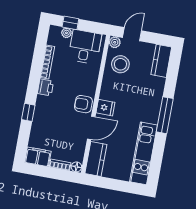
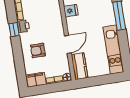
armchair: (83, 104) -> (38, 50), moved
fridge: (105, 108) -> (71, 11), moved
window: (28, 112) -> (14, 30), moved

